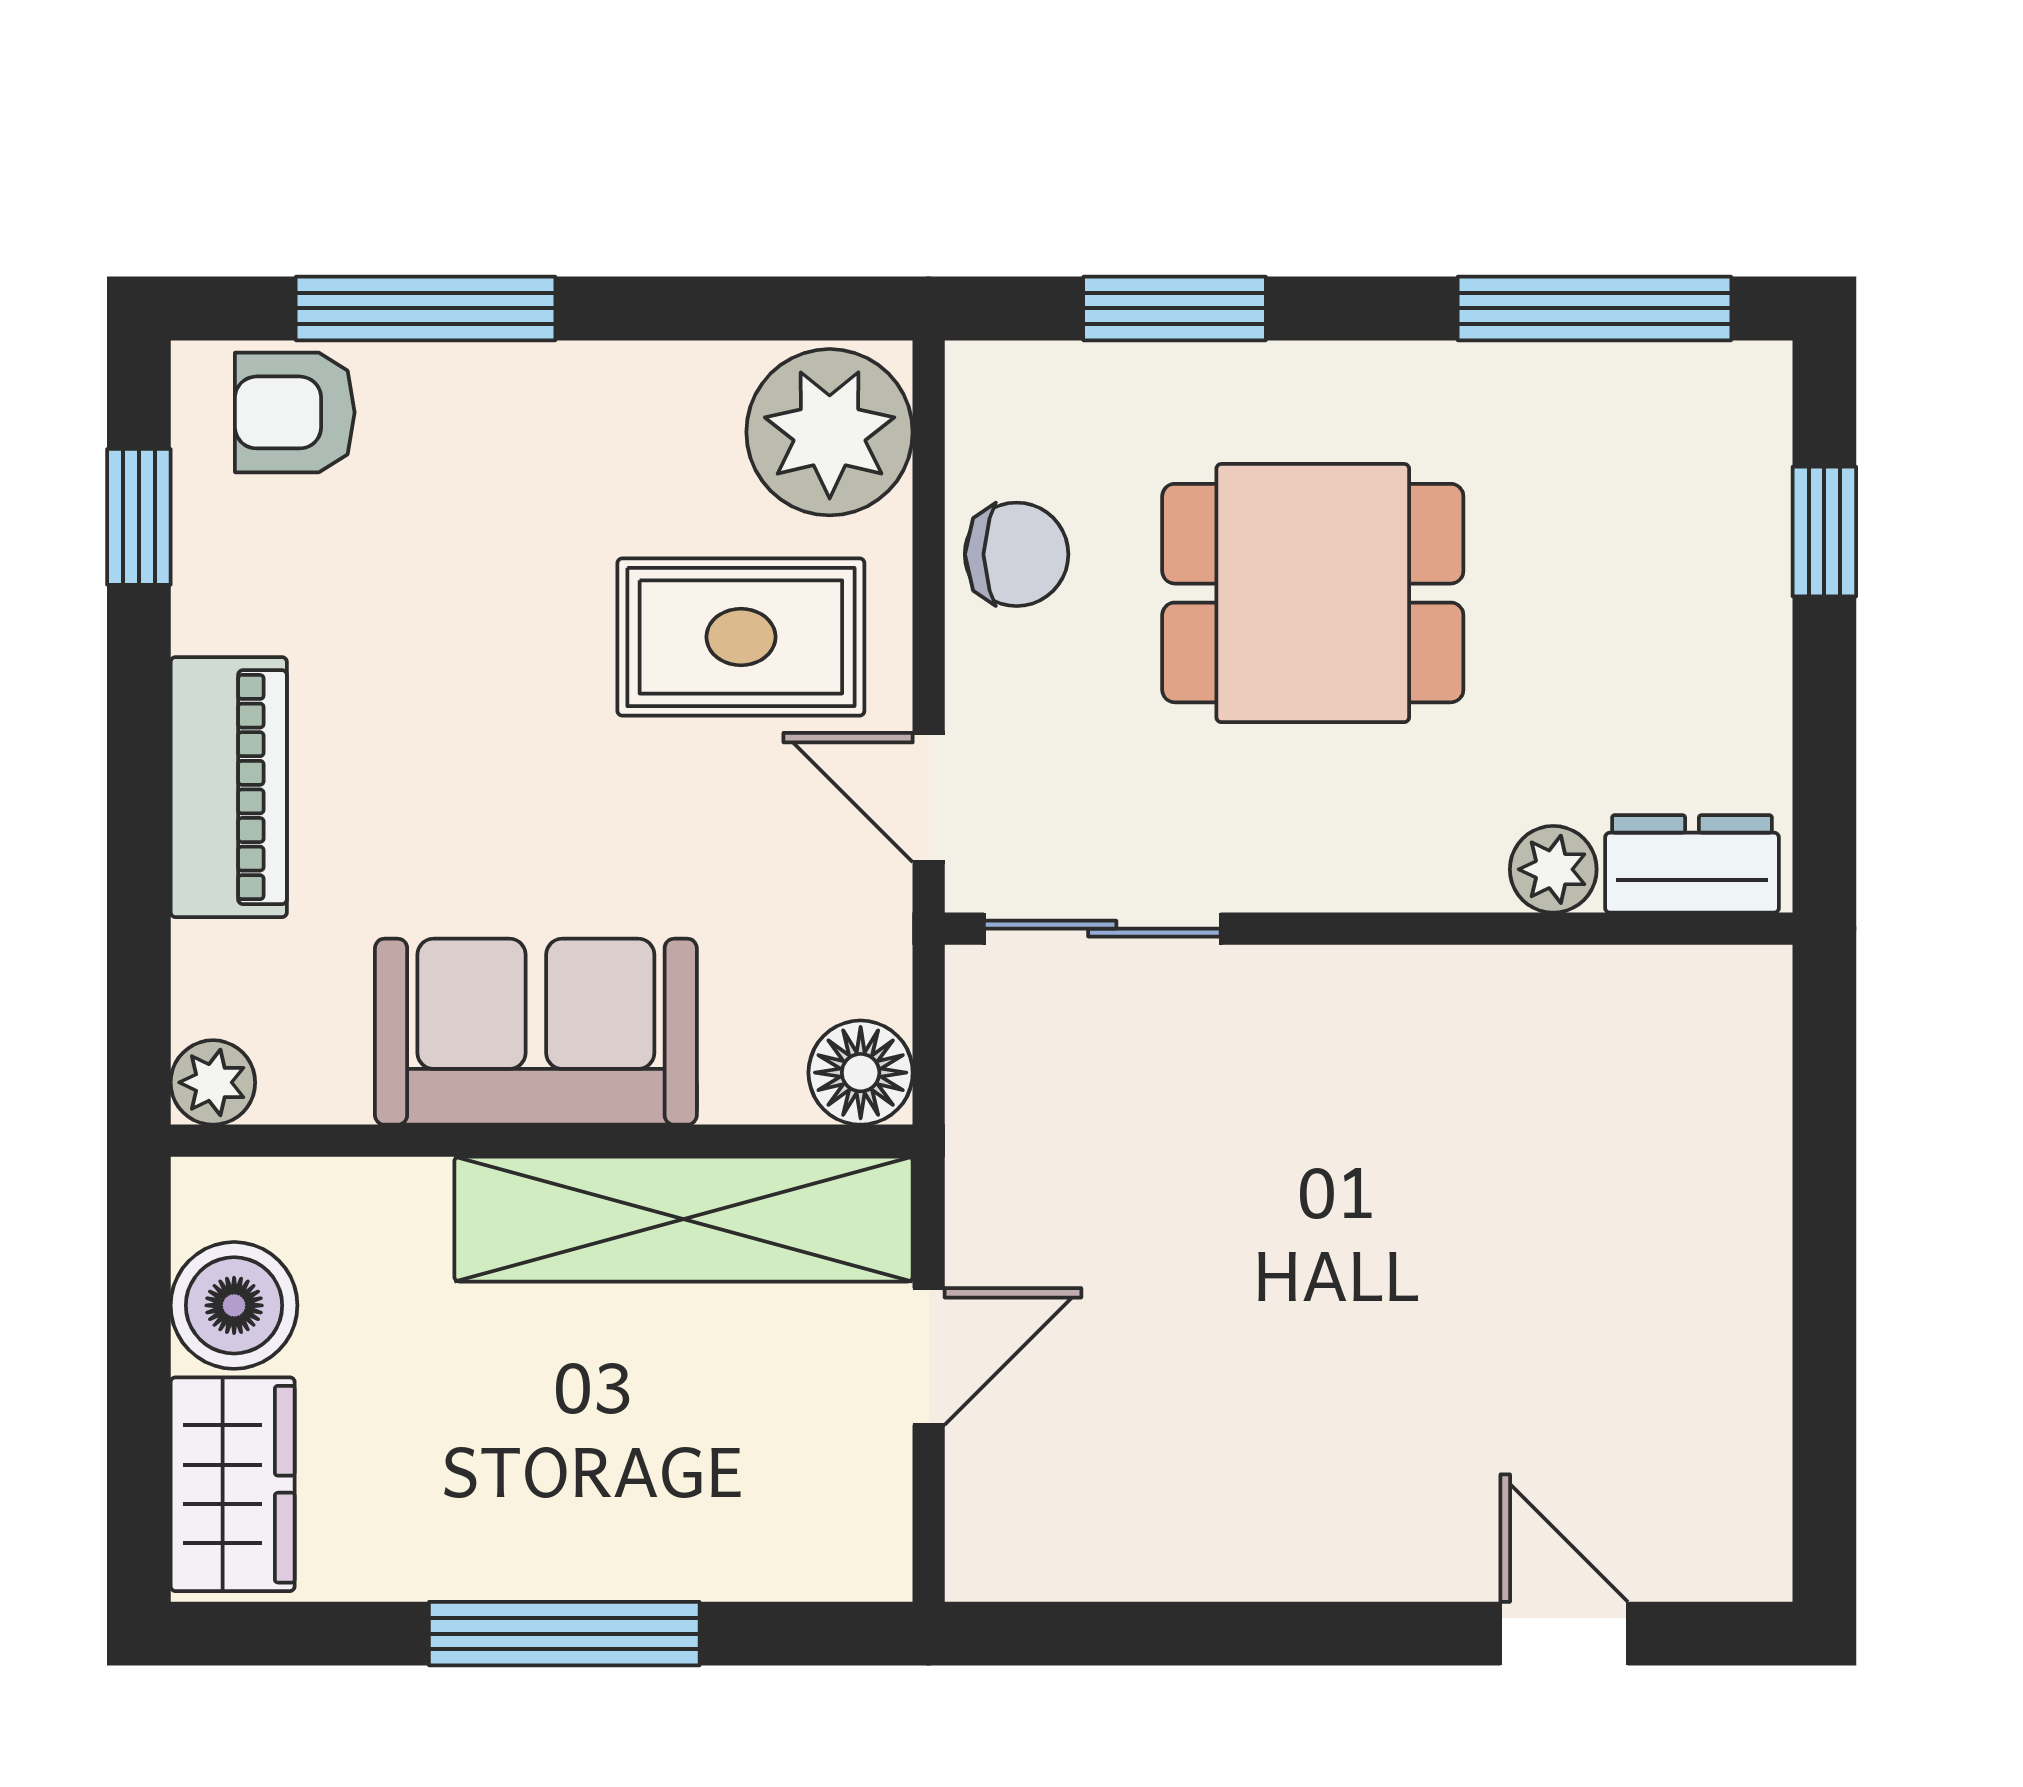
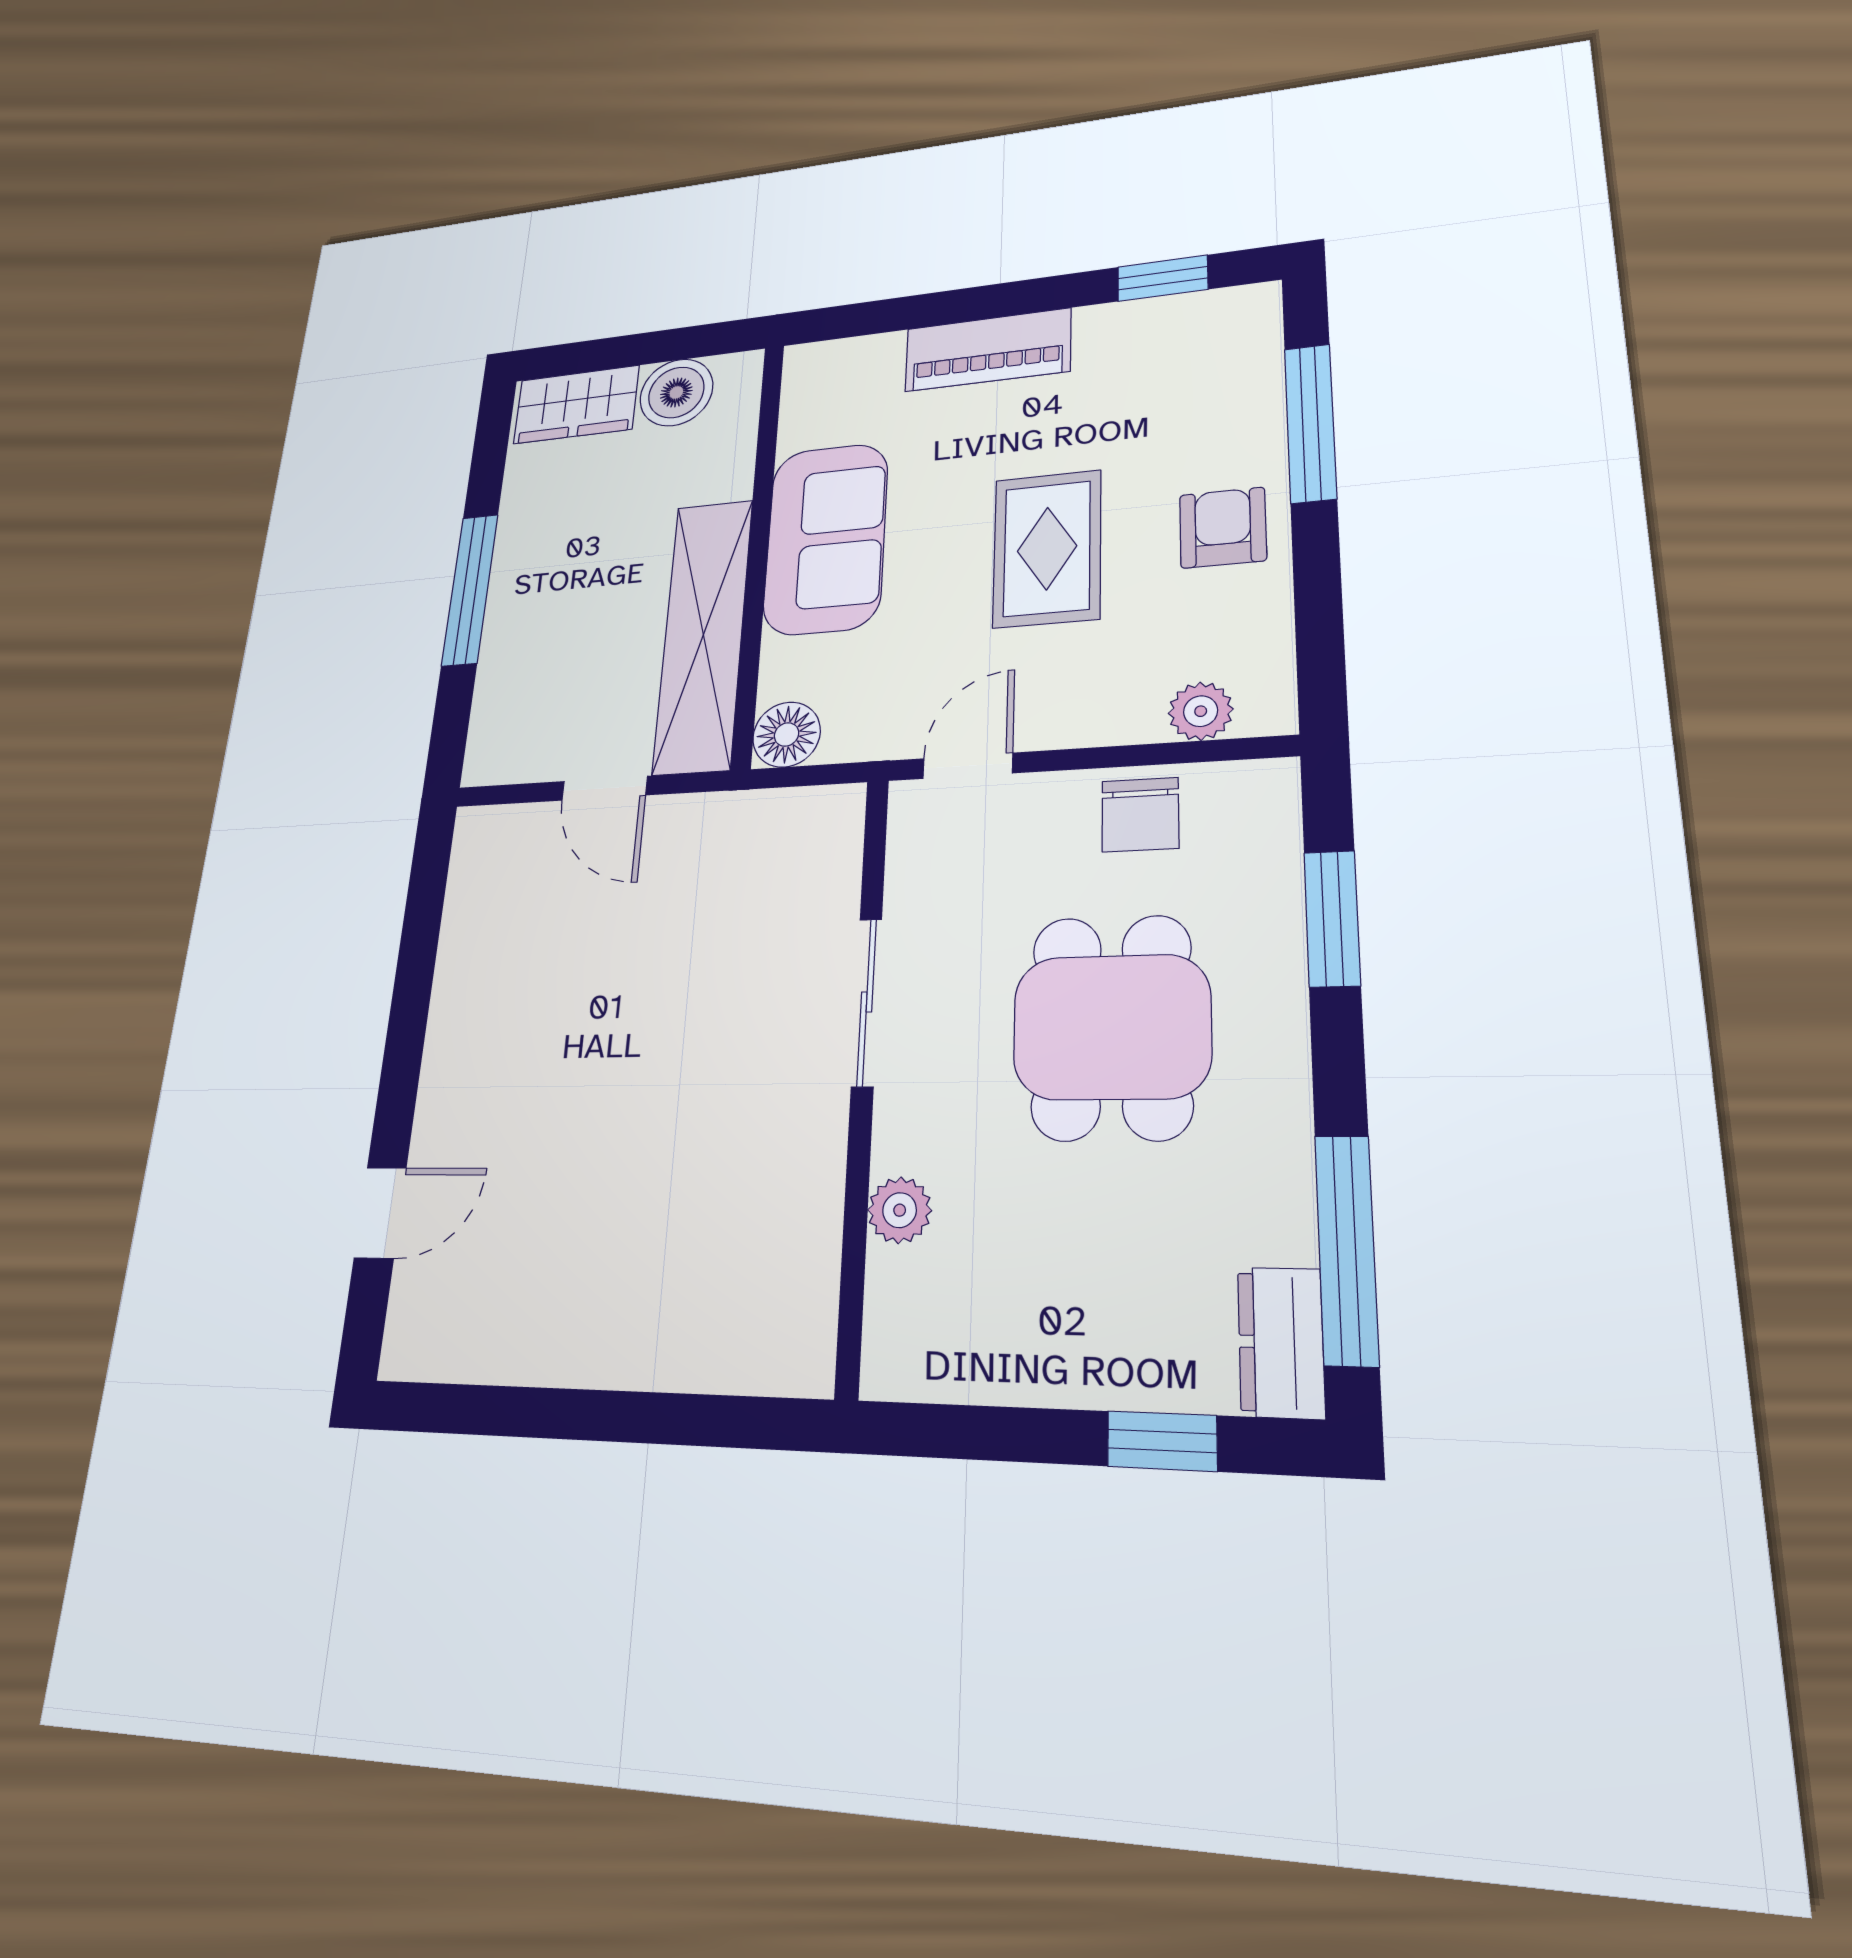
armchair: (295, 412) -> (1223, 528), moved
plant: (830, 432) -> (1201, 711), width x0.53, depth x0.53
rug: (741, 637) -> (1047, 548), moved
dresser: (1692, 864) -> (1281, 1342), moved, turned 180
sliding door: (1102, 929) -> (867, 1002), moved
plant: (213, 1082) -> (807, 365), removed

